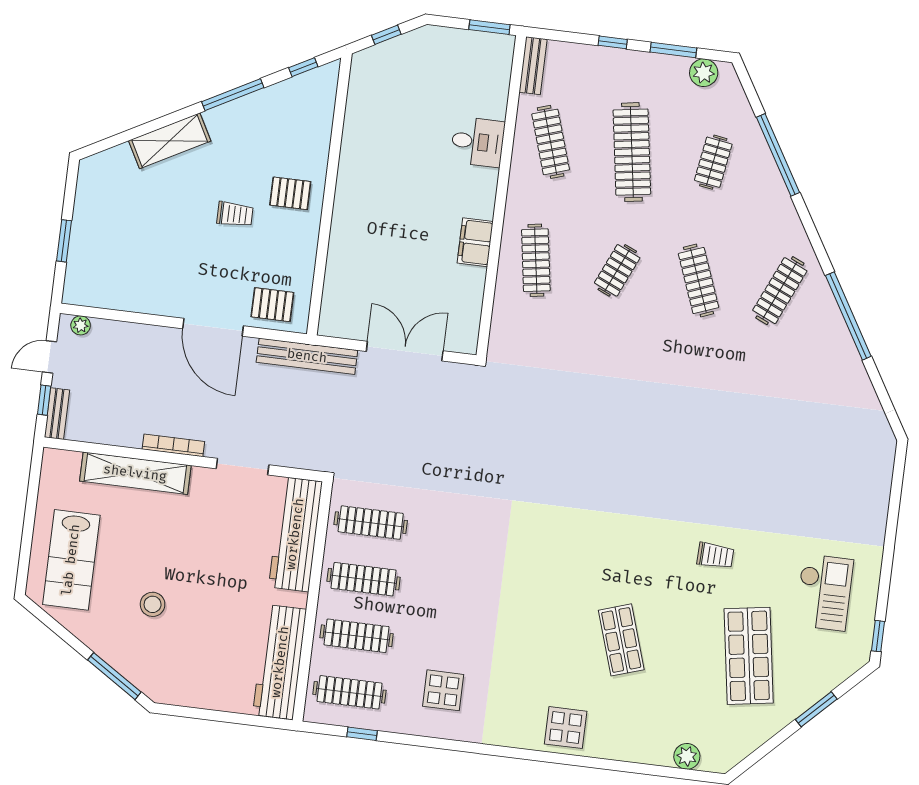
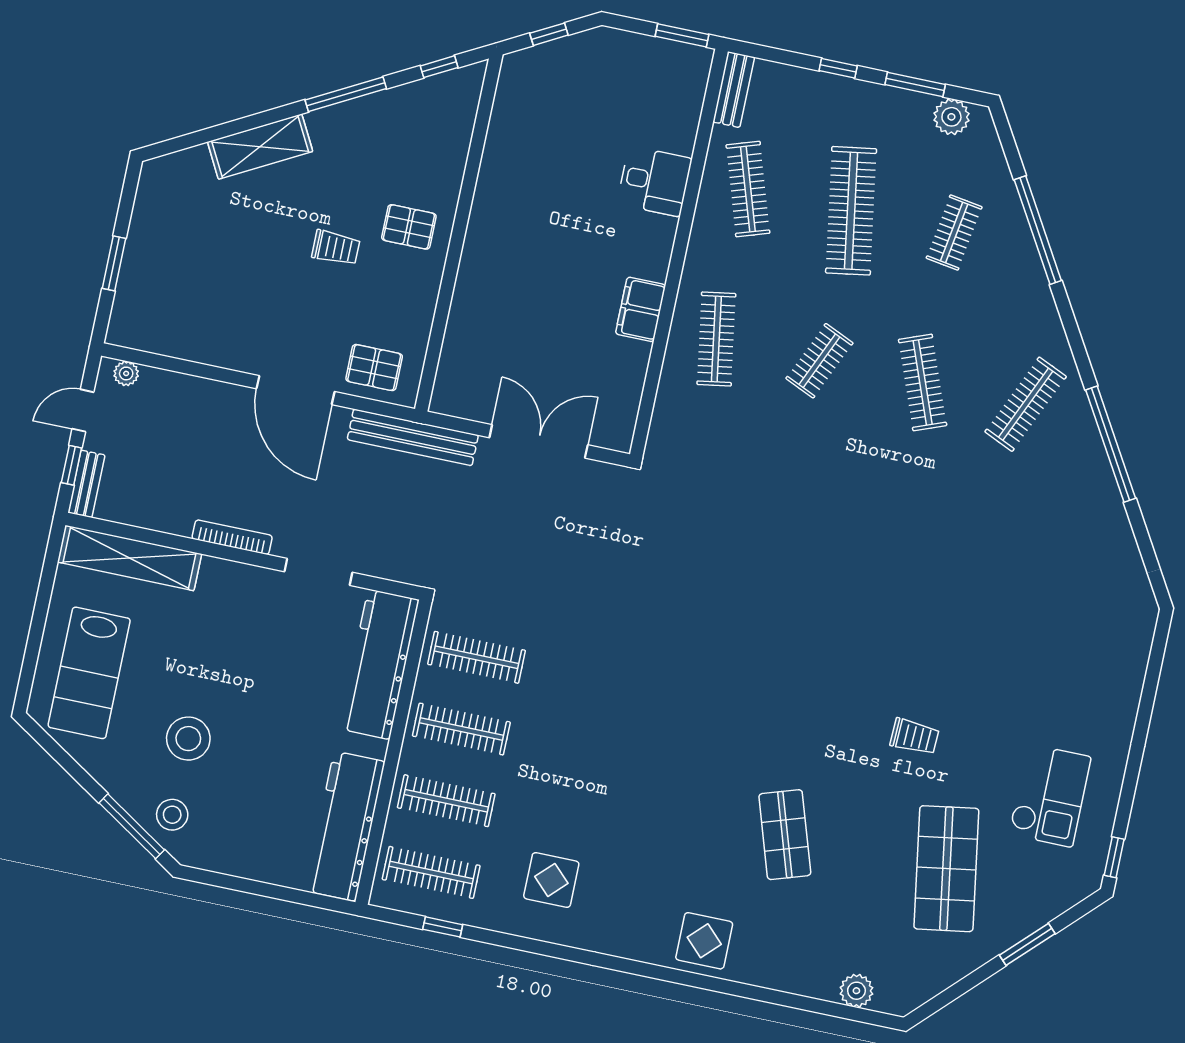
shelving: (135, 473) -> (130, 558), moved
stool: (153, 604) -> (188, 739), width x1.38, depth x1.38
stool: (145, 664) -> (172, 815), added

